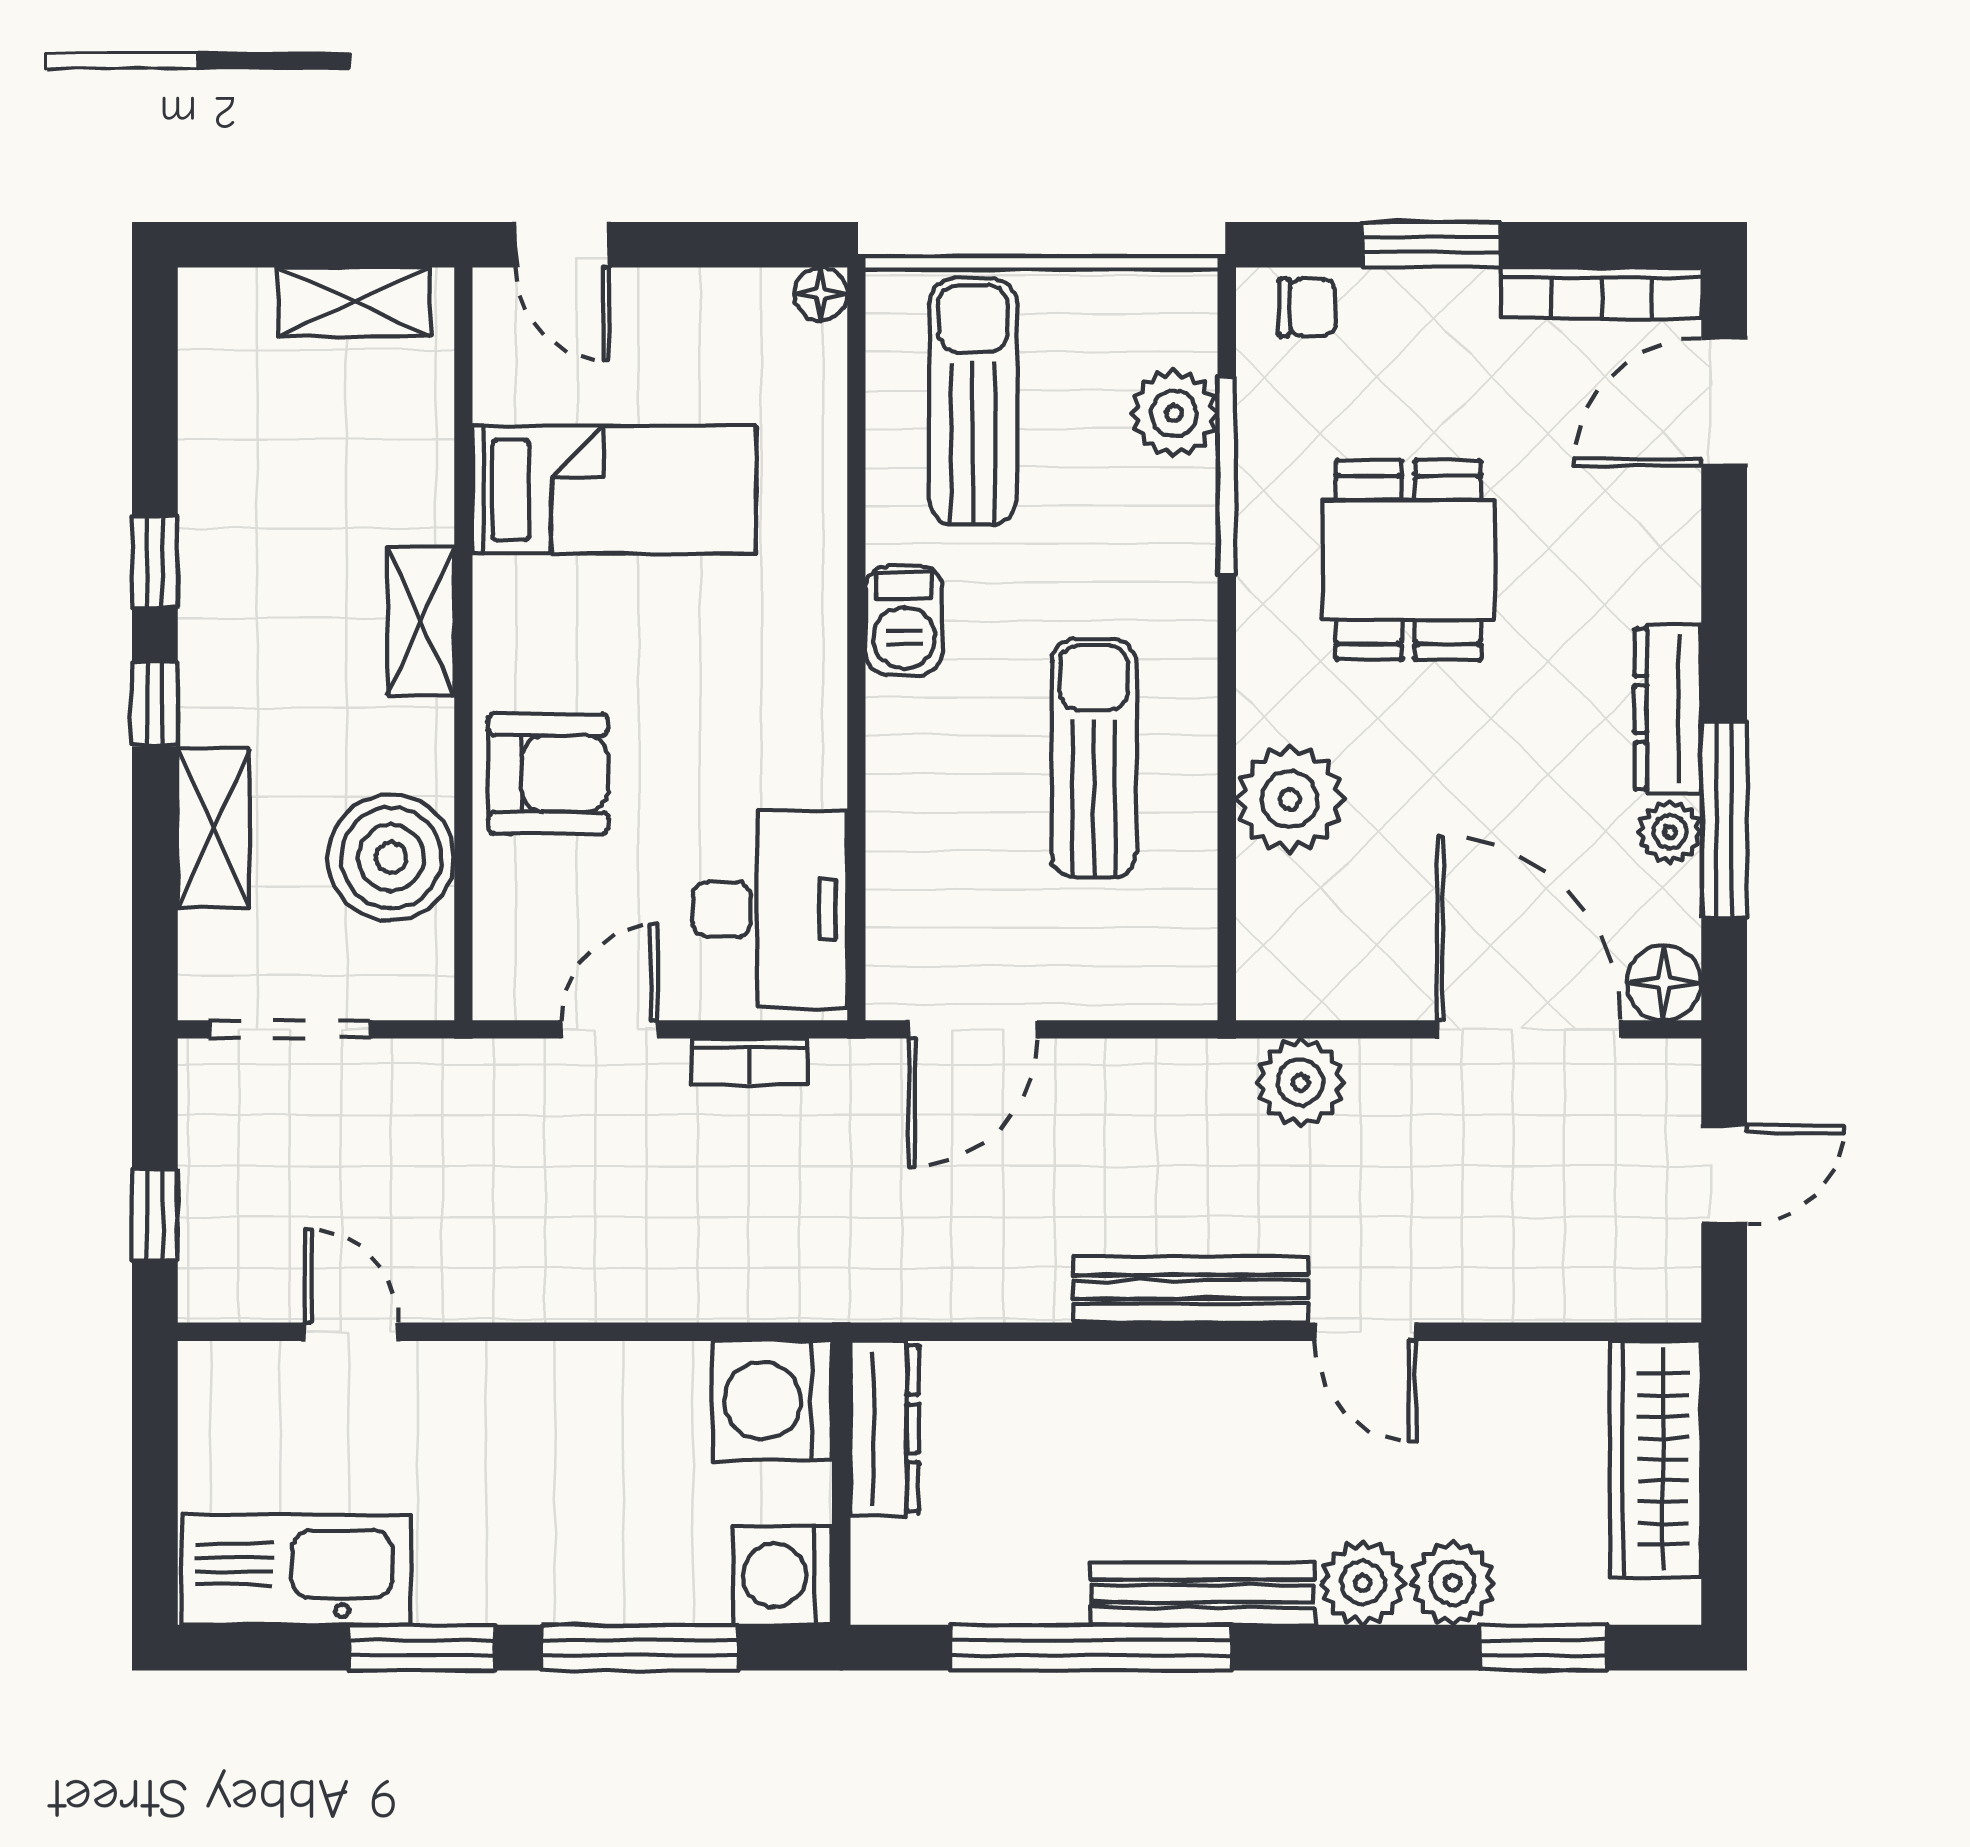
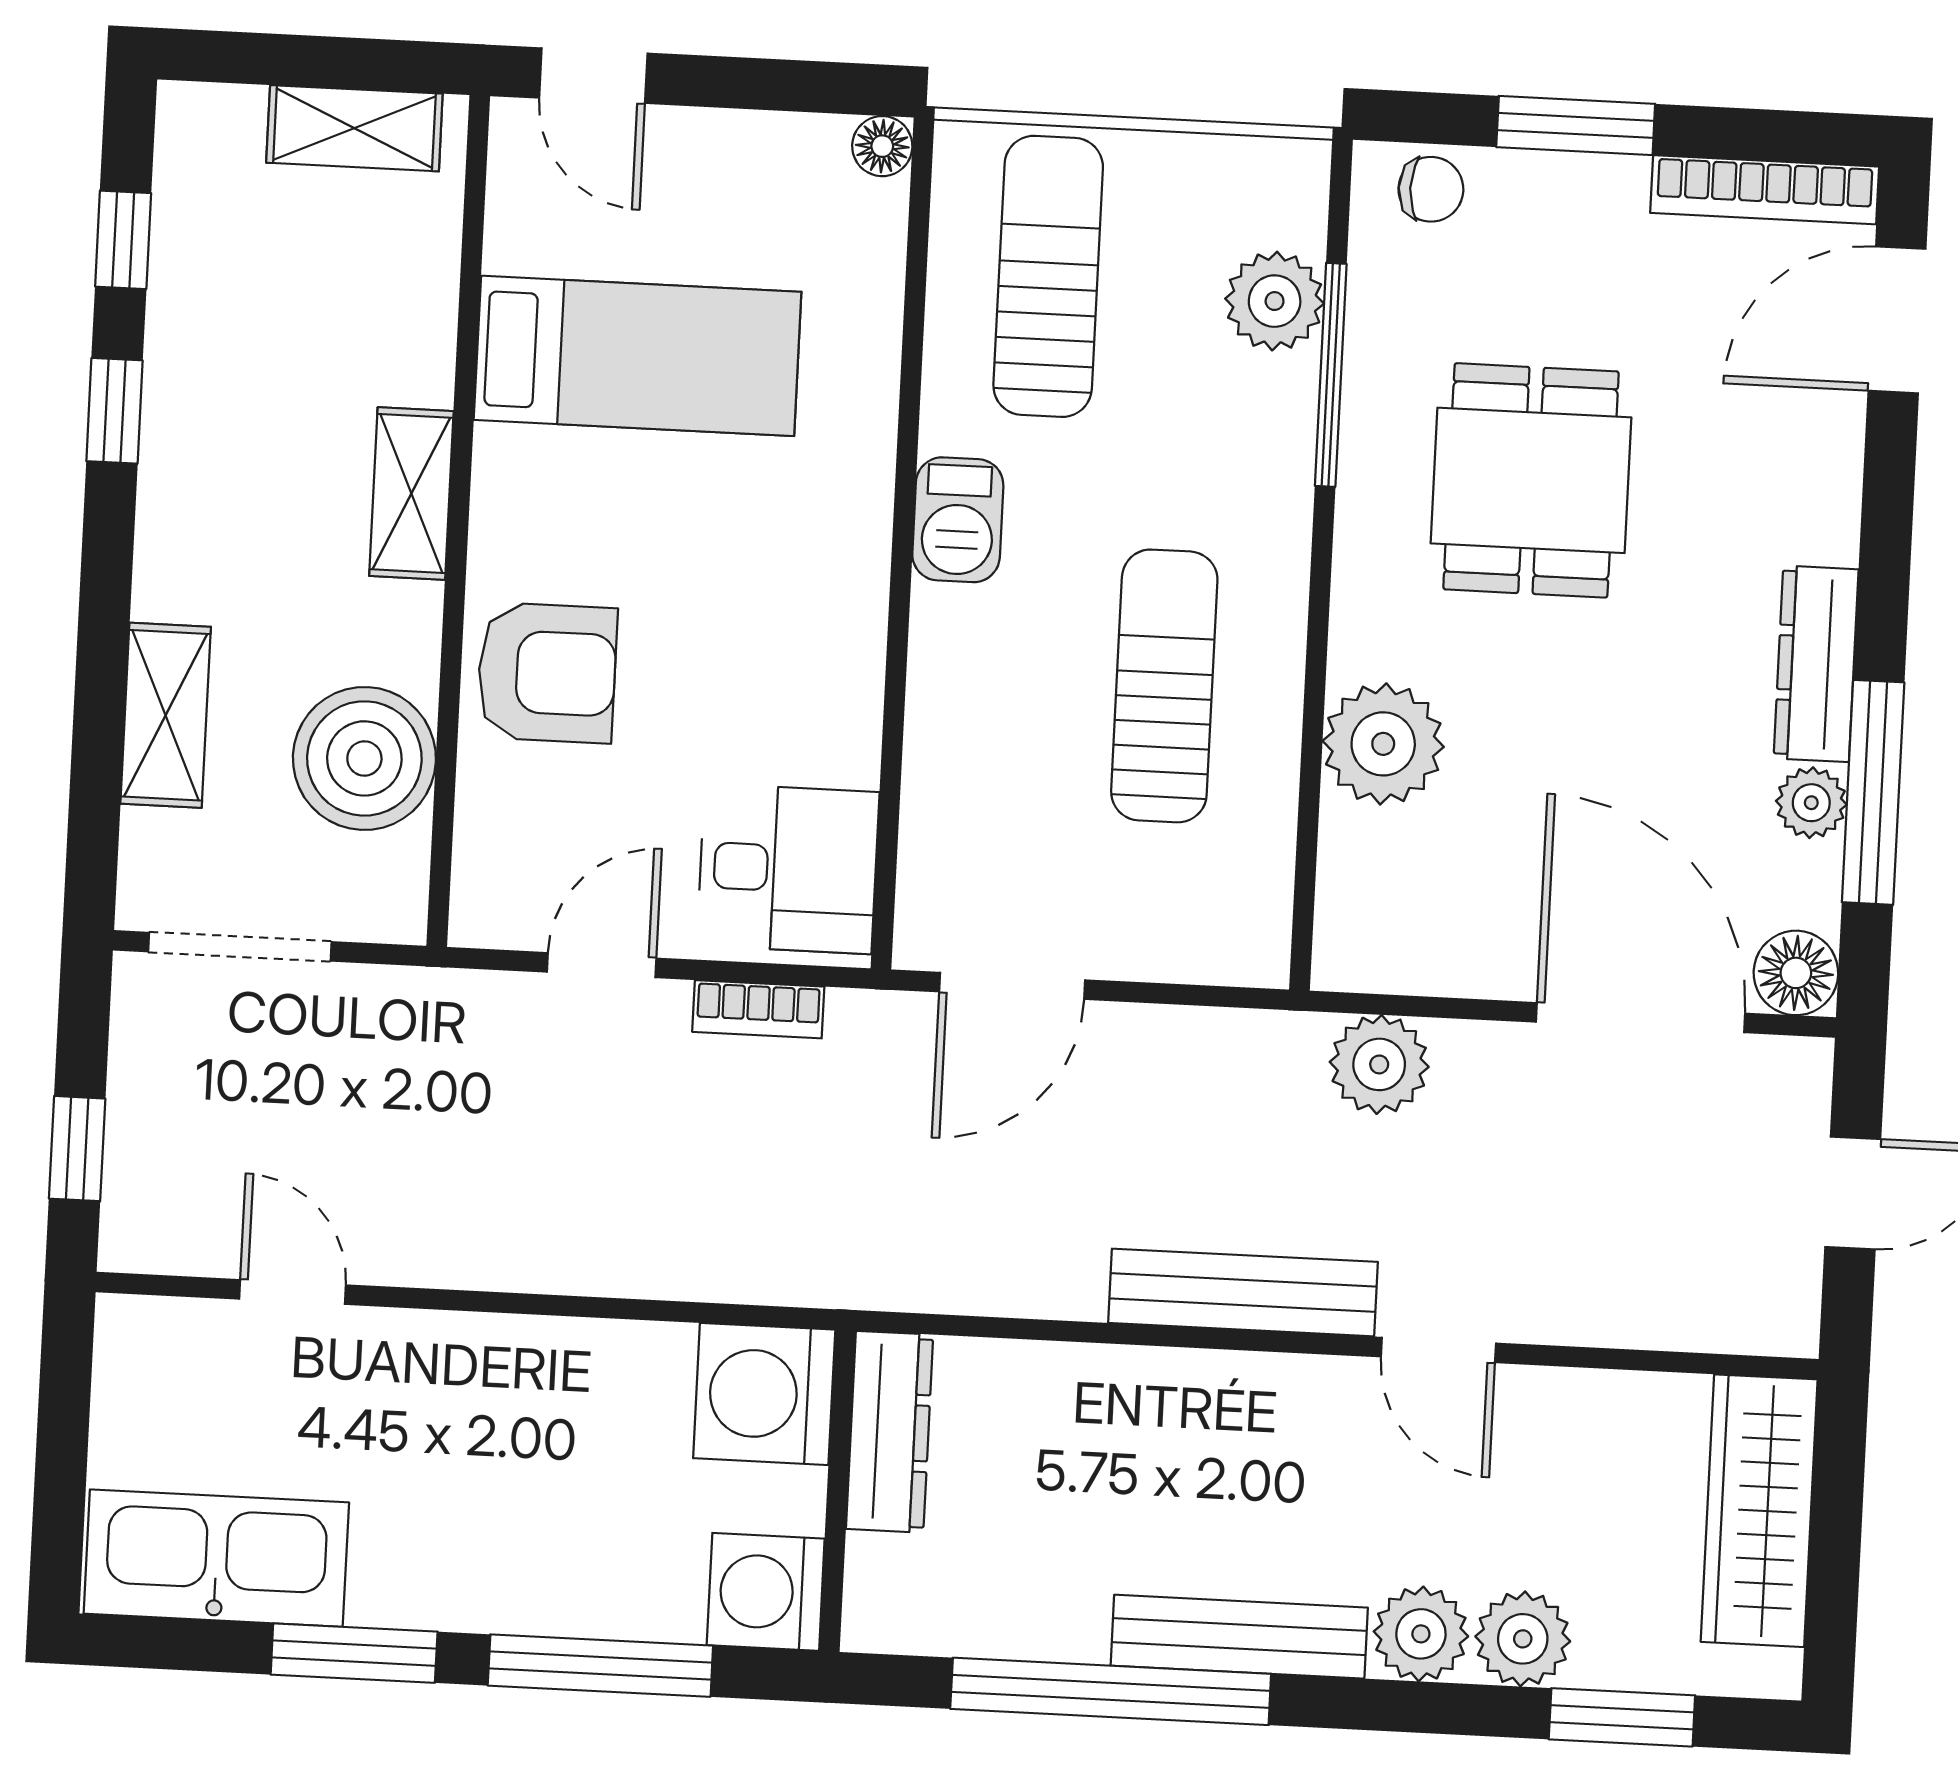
window: (155, 704) -> (123, 240), moved
desk: (770, 909) -> (788, 869), width x0.73

